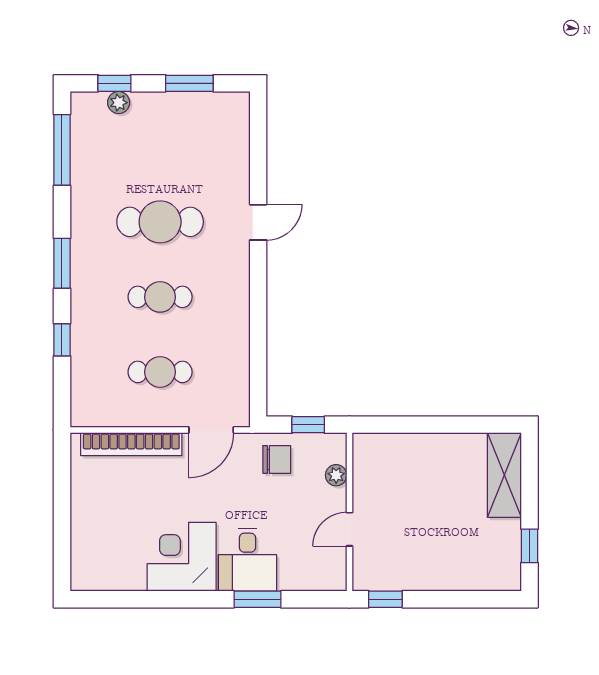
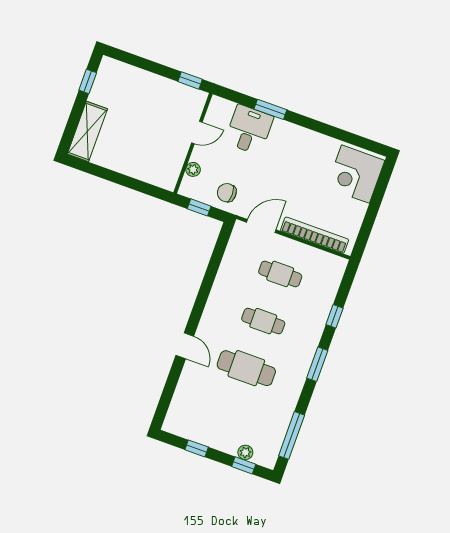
window: (189, 83) -> (197, 448), width x0.67
door: (258, 222) -> (185, 346), swing flipped
corner desk: (182, 557) -> (356, 174), moved, turned 90
desk: (247, 560) -> (249, 130), moved

